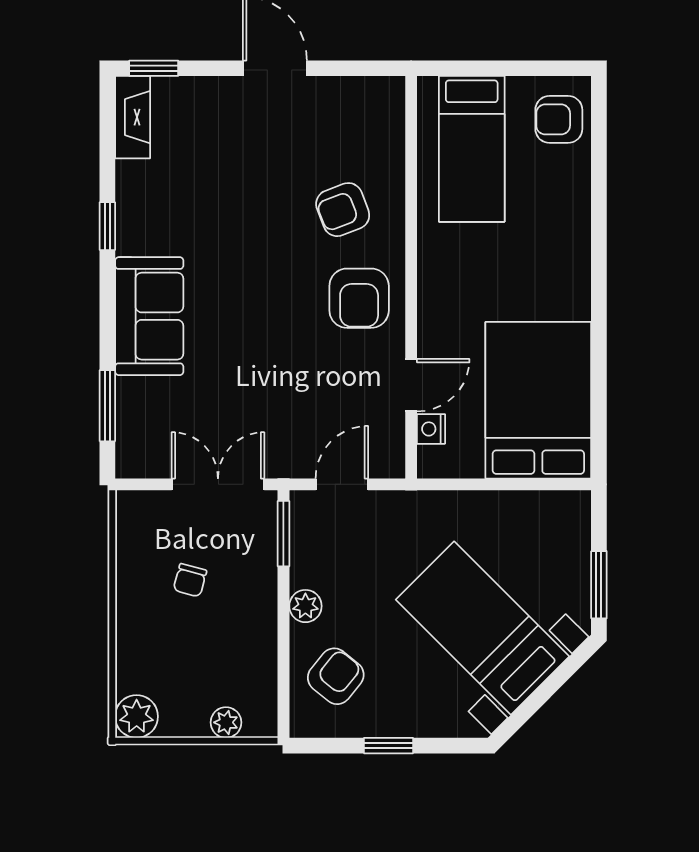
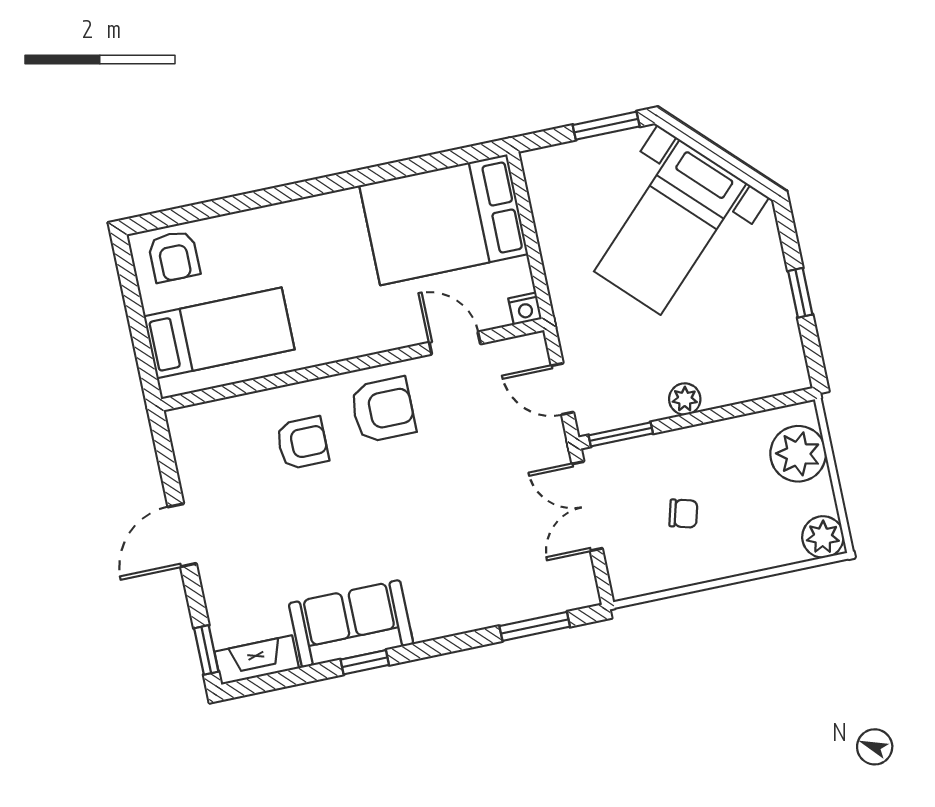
armchair: (343, 210) -> (302, 443), turned -69
sofa: (149, 316) -> (351, 624), moved
nightstand: (431, 429) -> (525, 309), moved
armchair: (336, 676) -> (745, 356), removed
plant: (226, 722) -> (798, 454), width x1.88, depth x1.88

